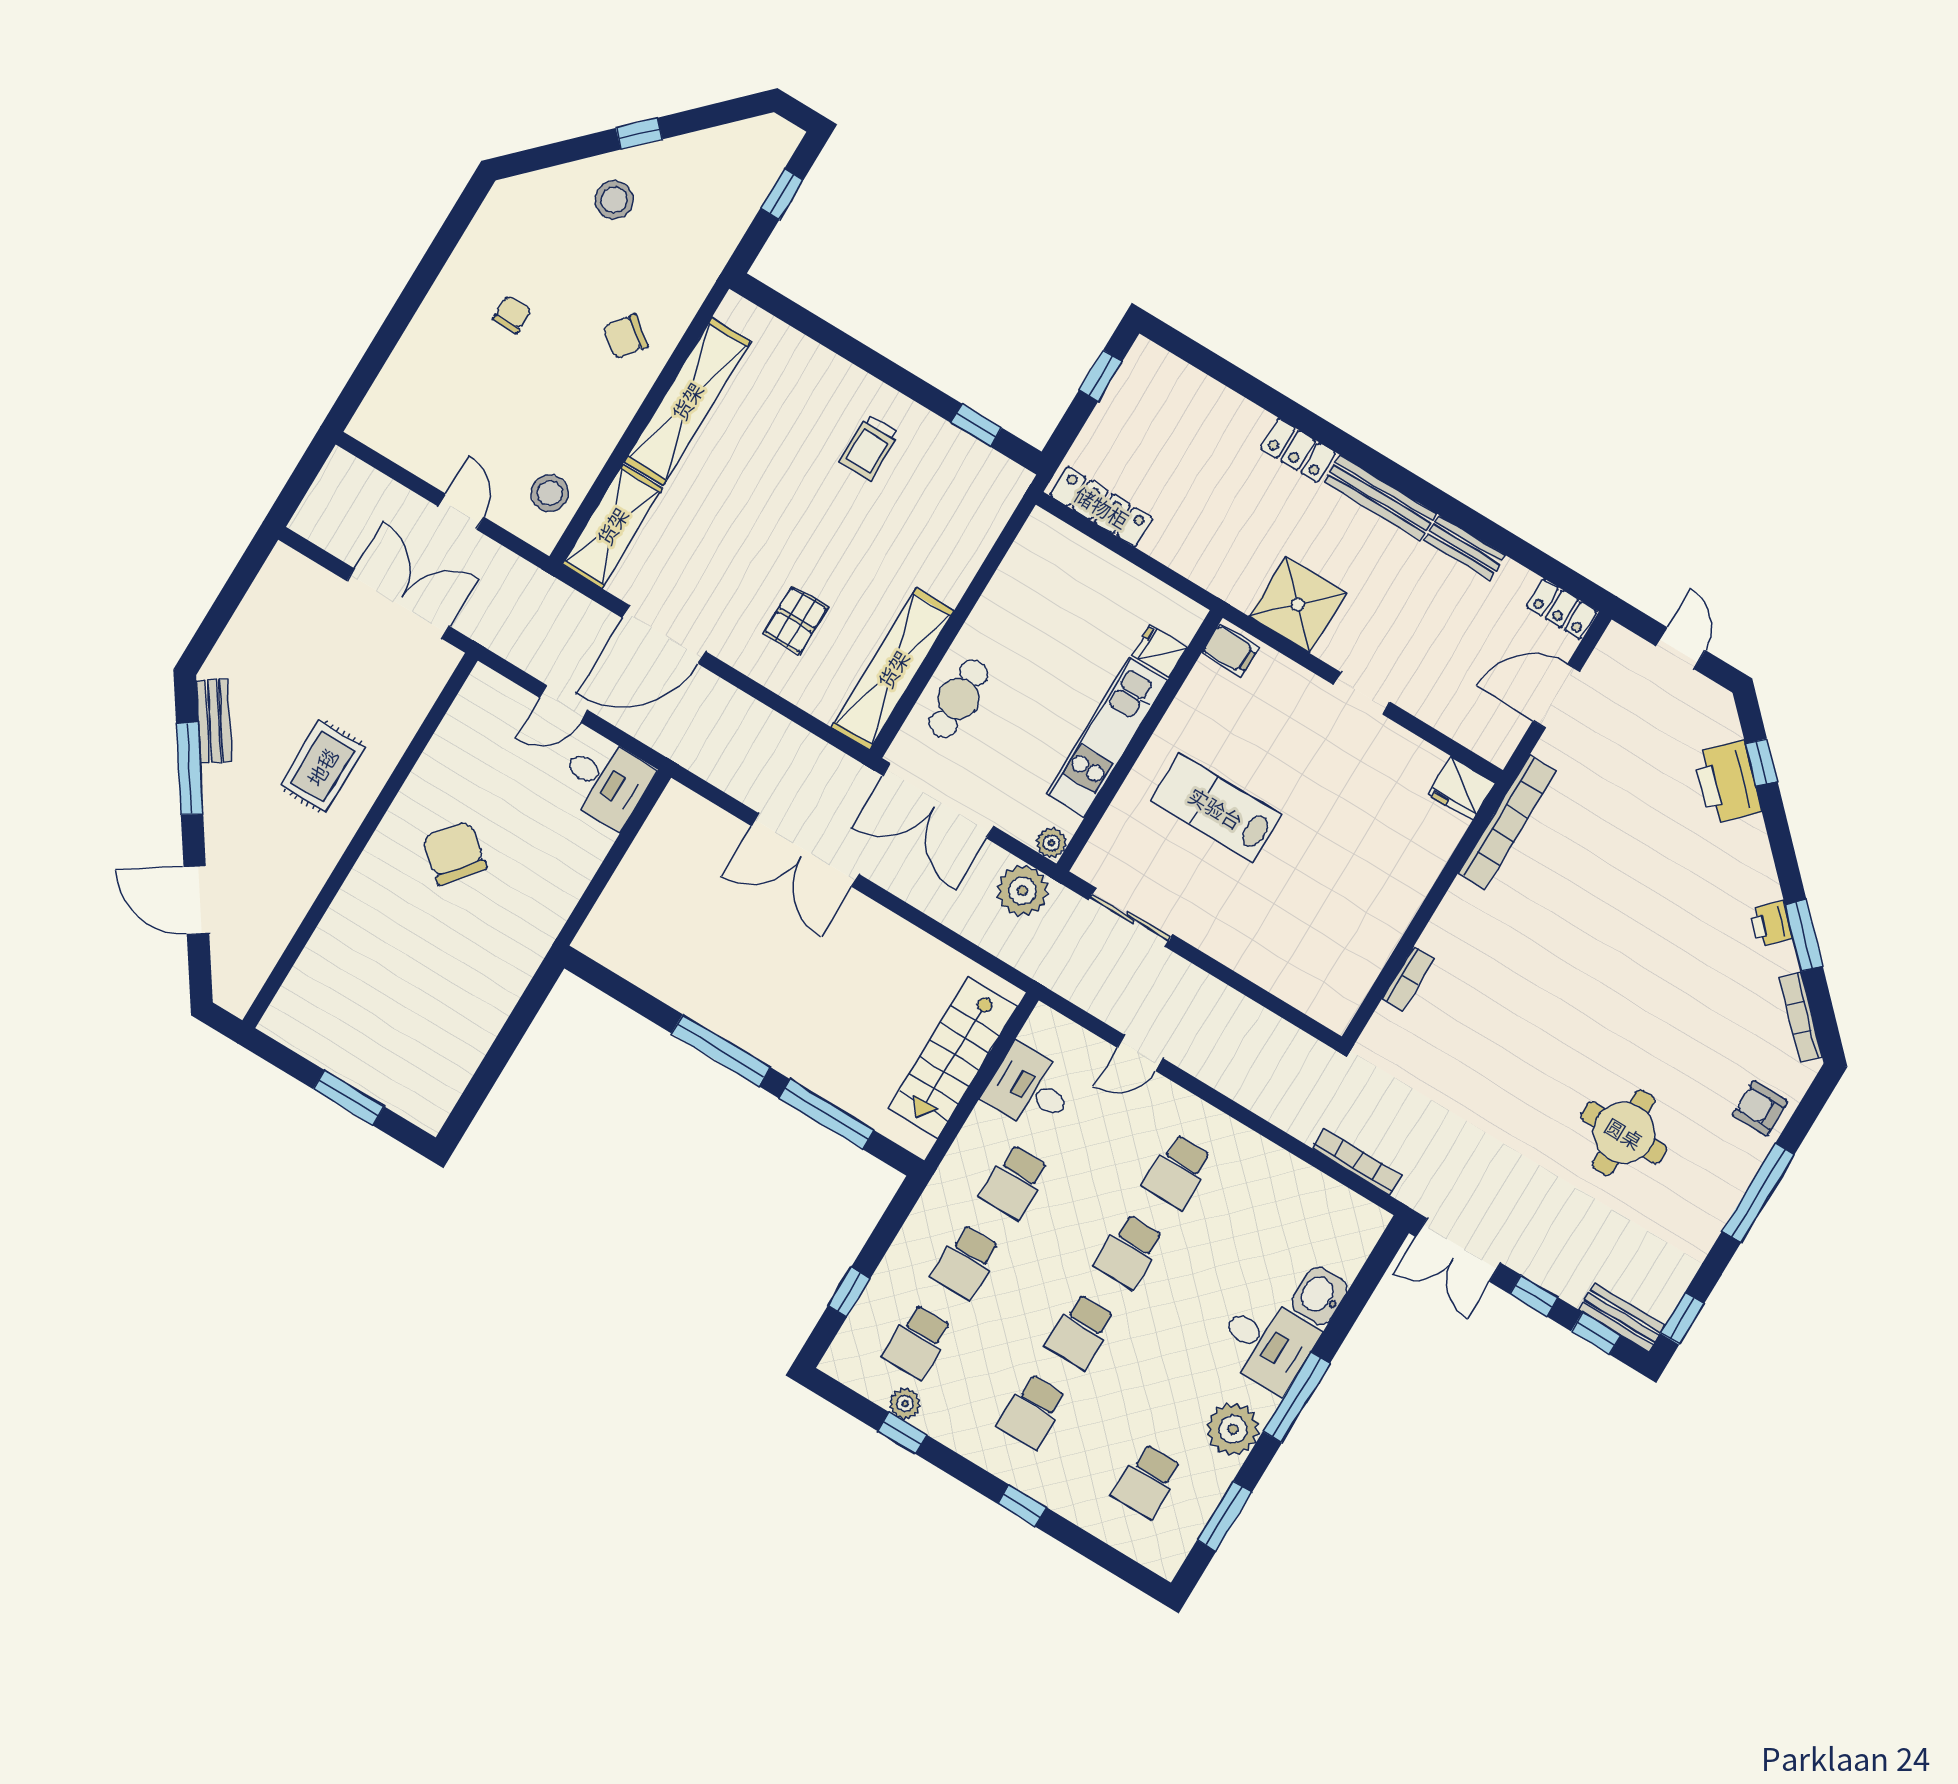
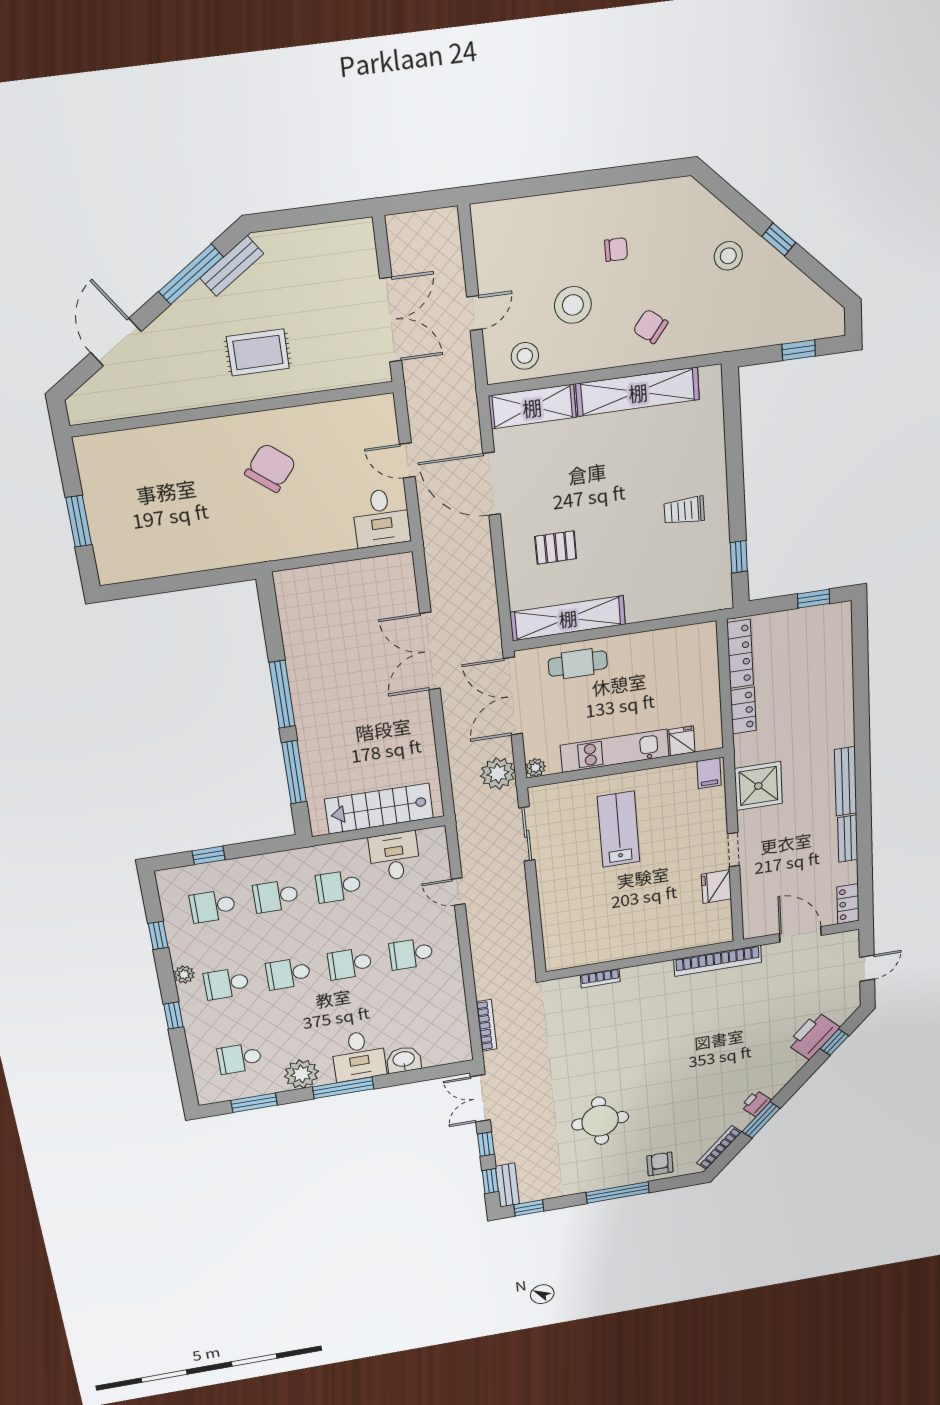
stool: (535, 402) -> (573, 305), added
locker: (1298, 450) -> (743, 710), moved, turned 180
fridge: (1462, 789) -> (716, 887), moved
plant: (905, 1404) -> (184, 975), moved

